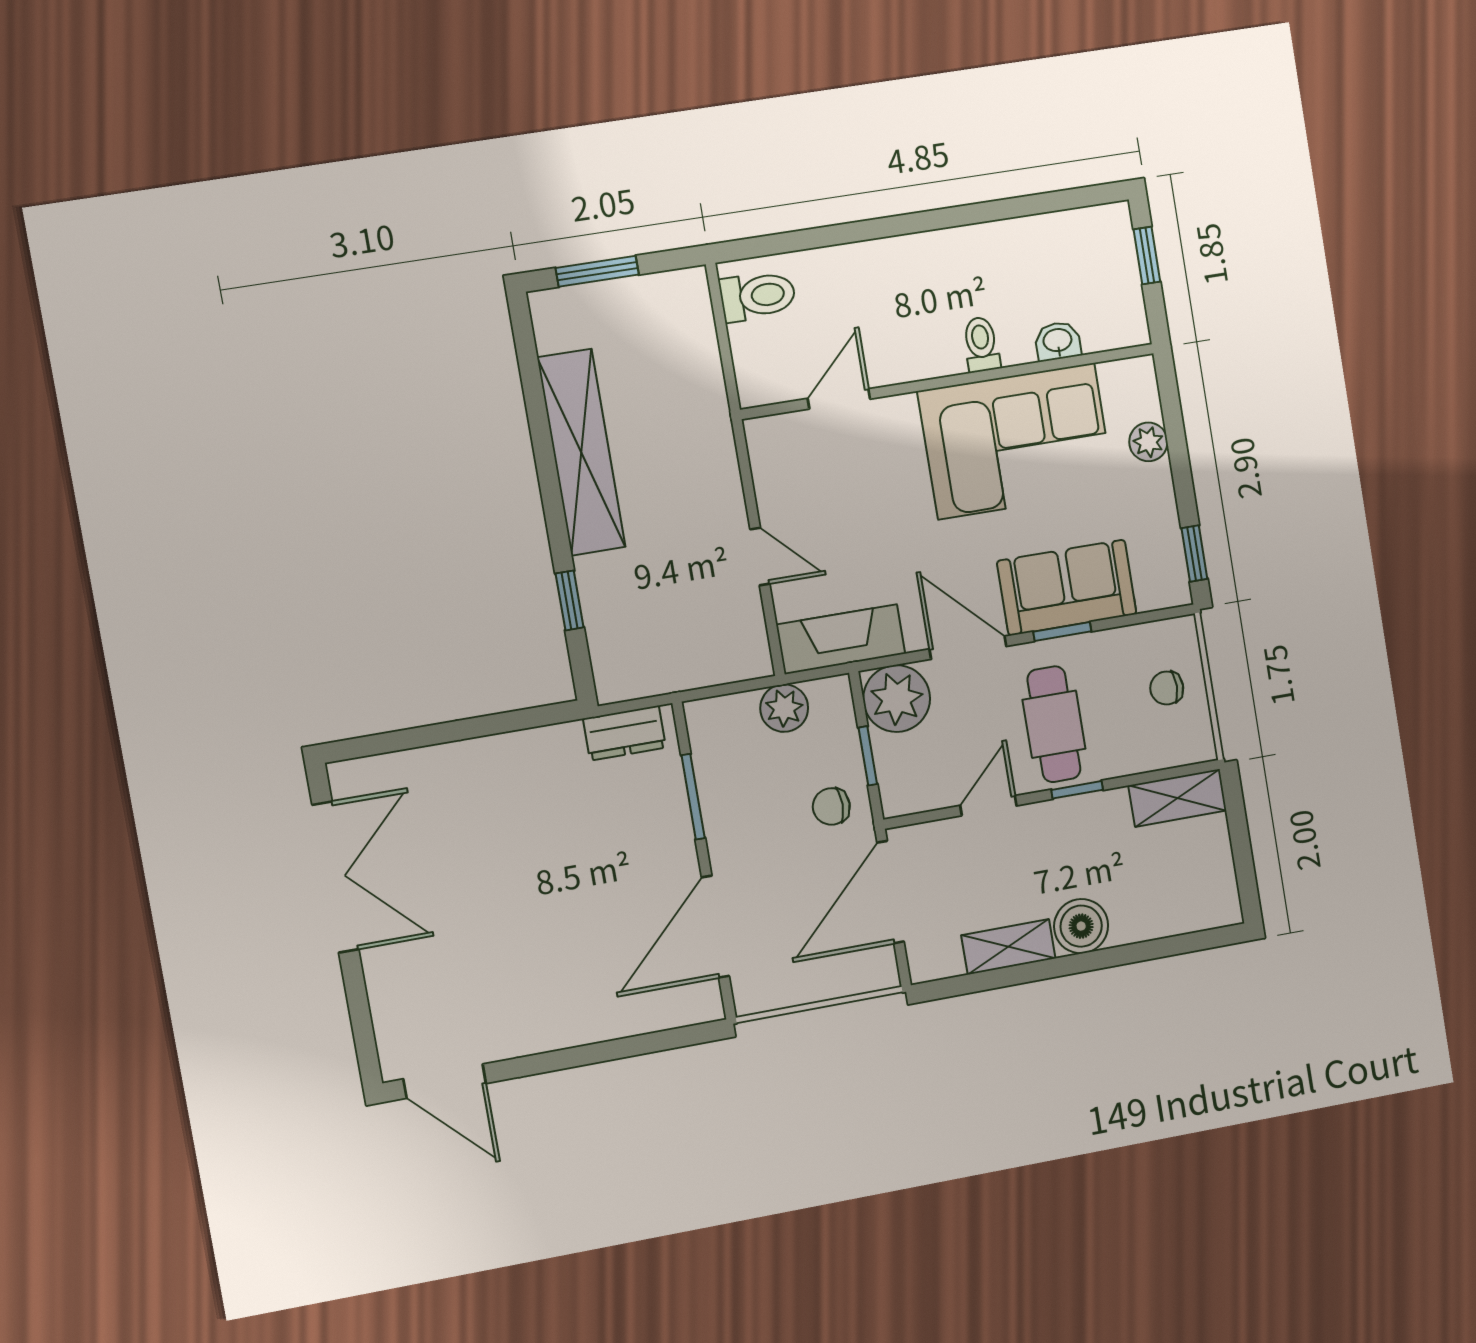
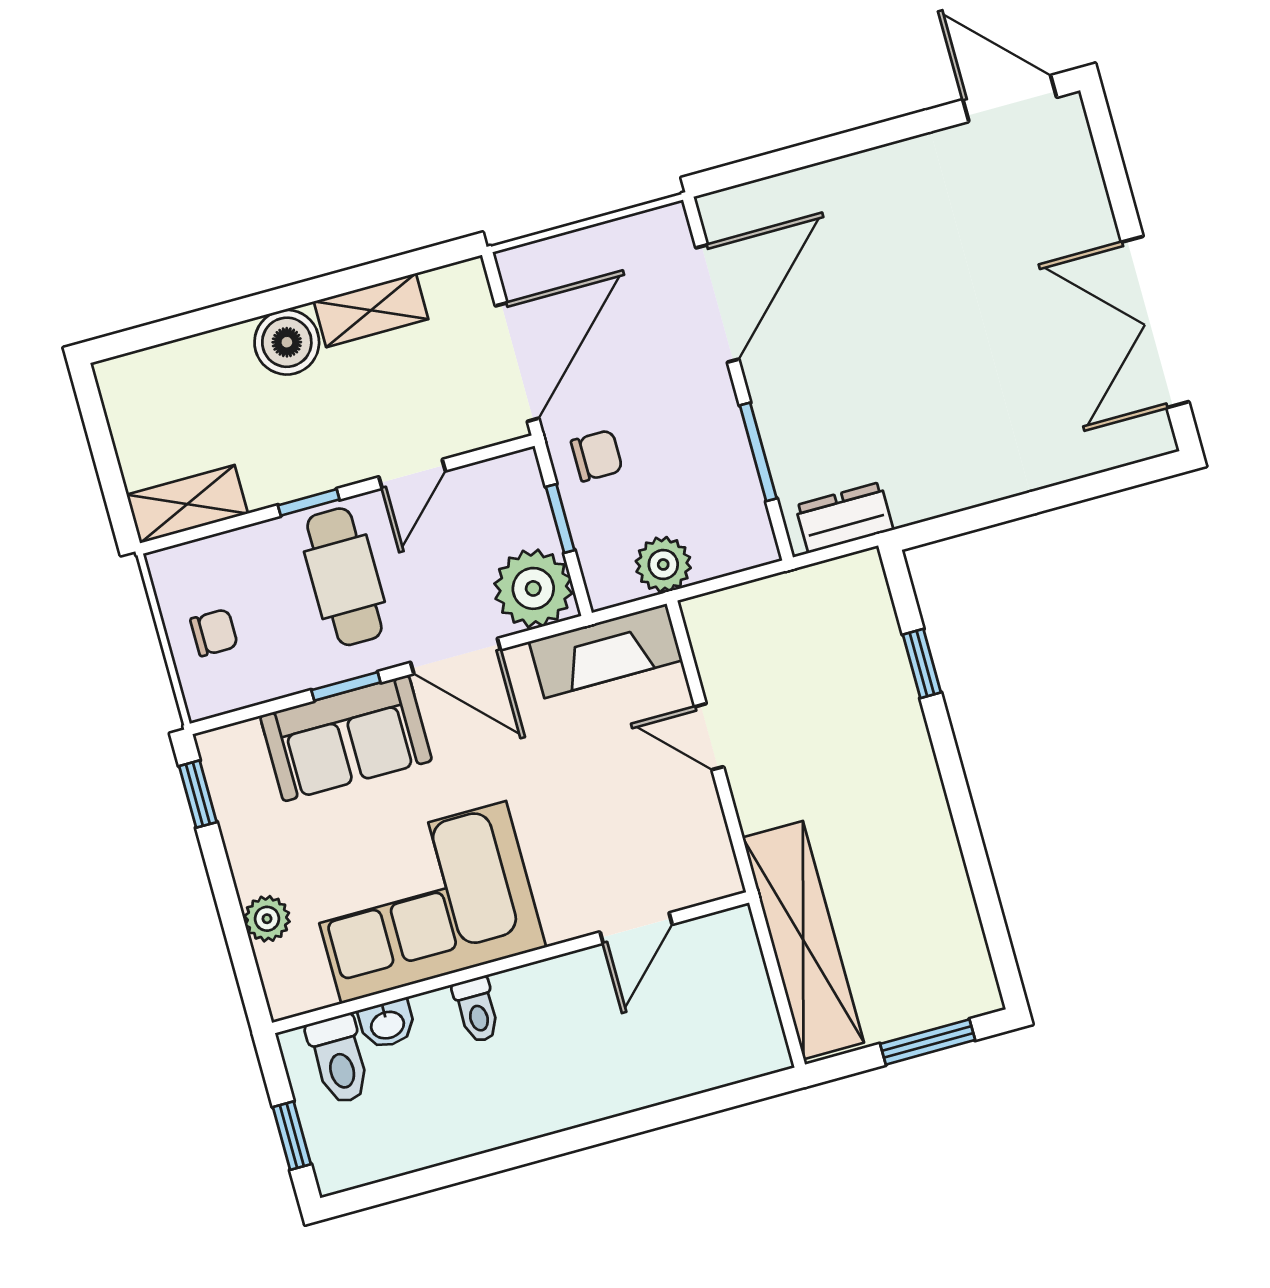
toilet: (758, 296) -> (339, 1059), moved, turned -90
shelving: (581, 452) -> (803, 940), moved

